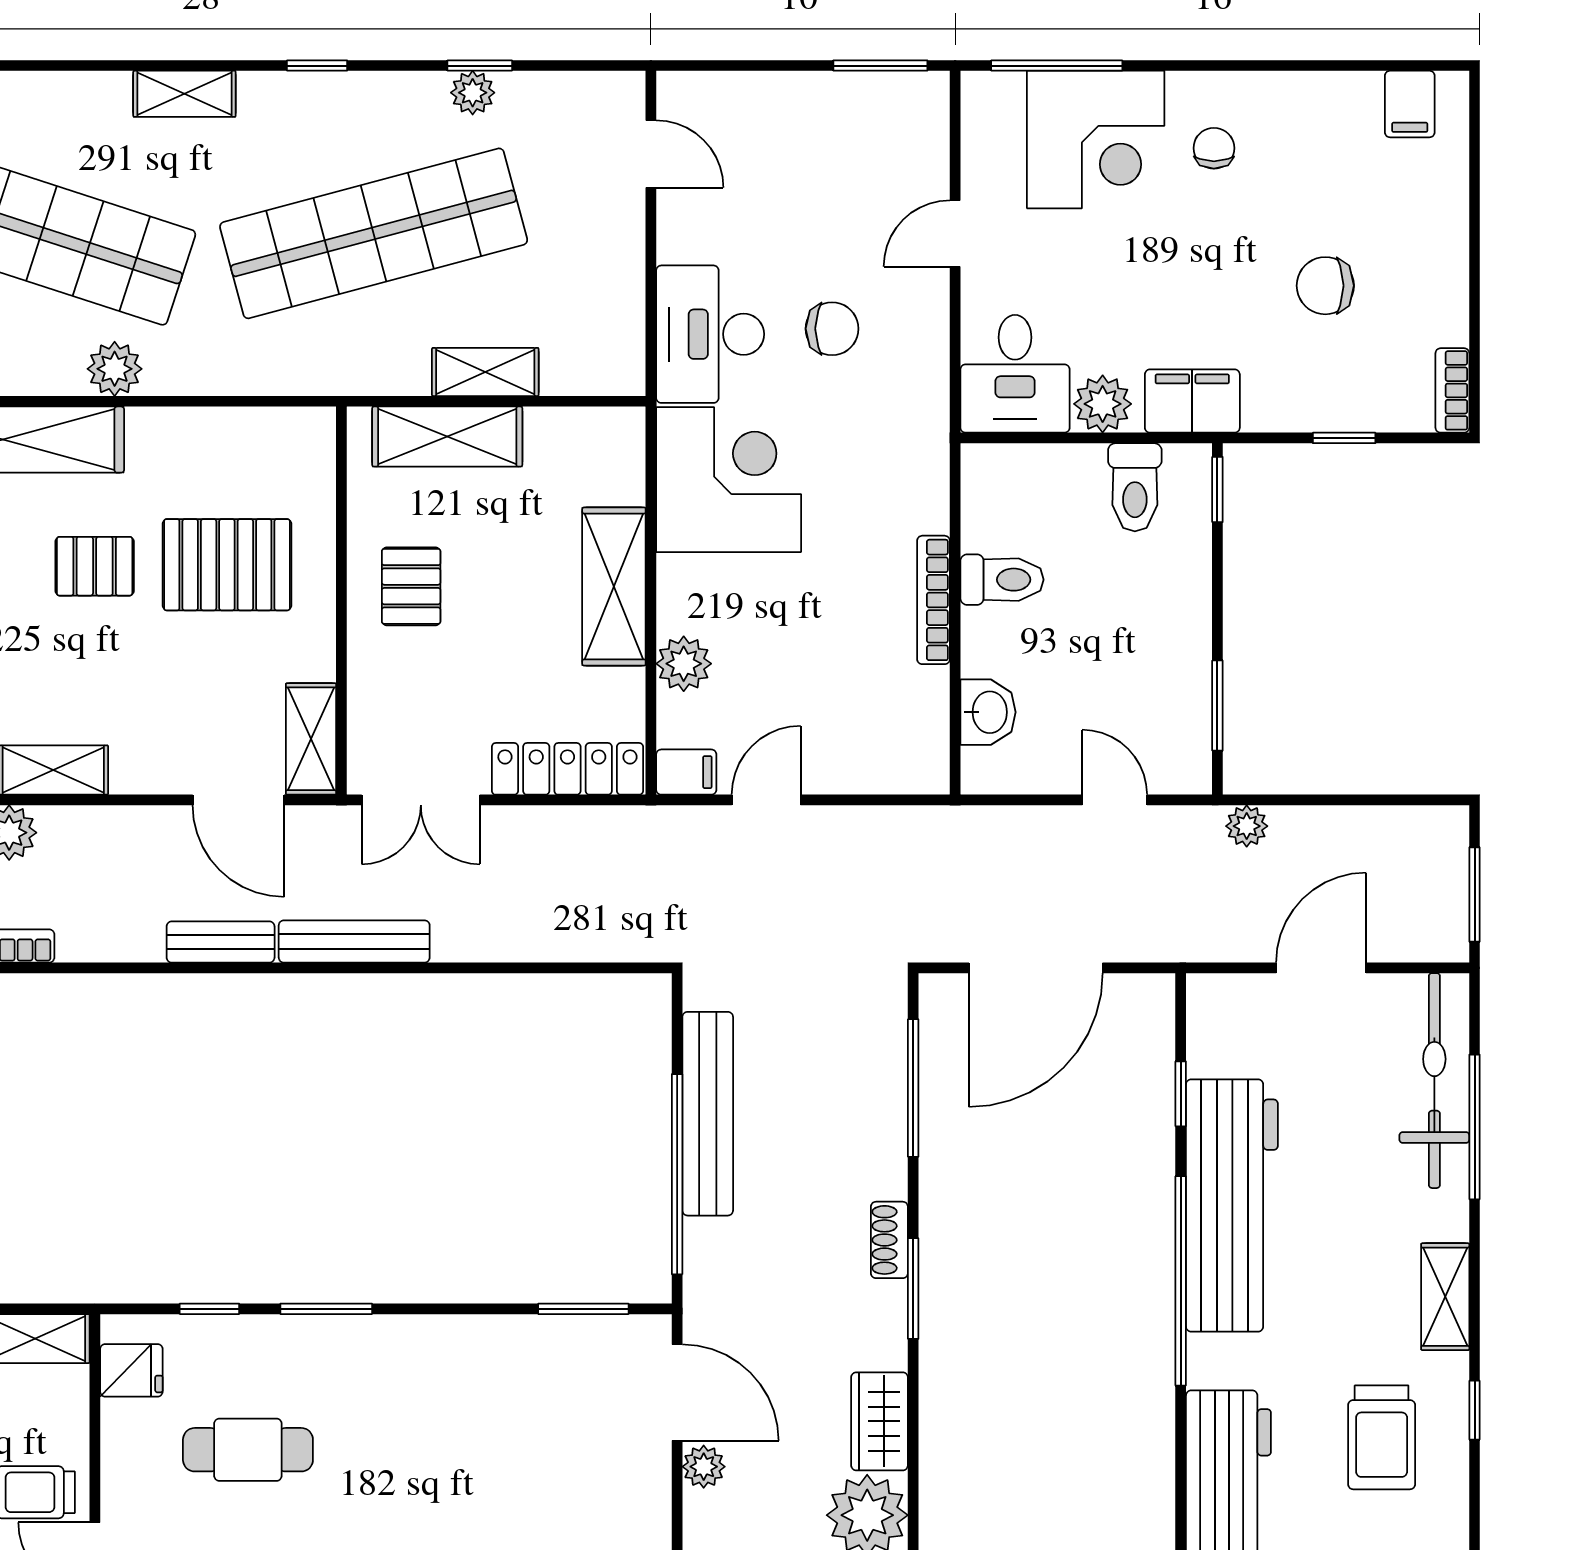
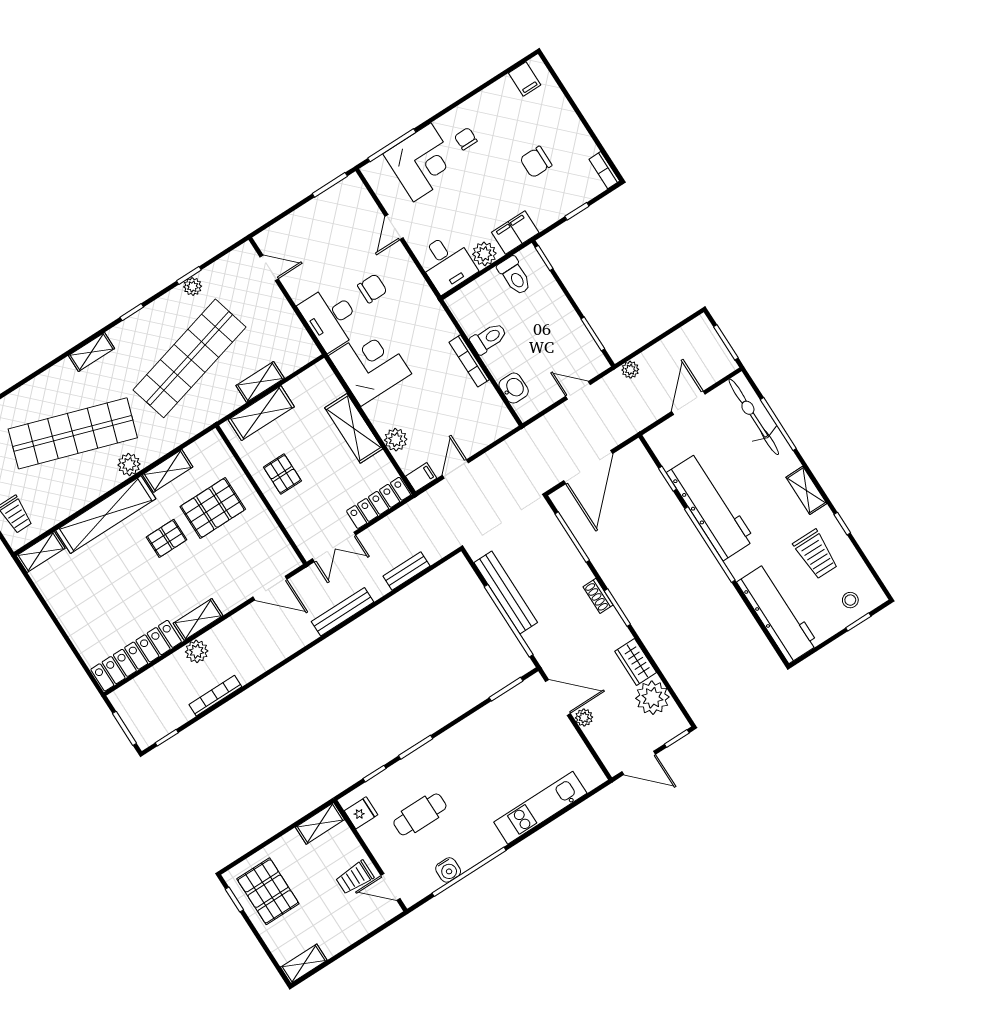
shelving: (311, 739) -> (168, 471), moved, turned 90
bench: (221, 942) -> (406, 571), moved

